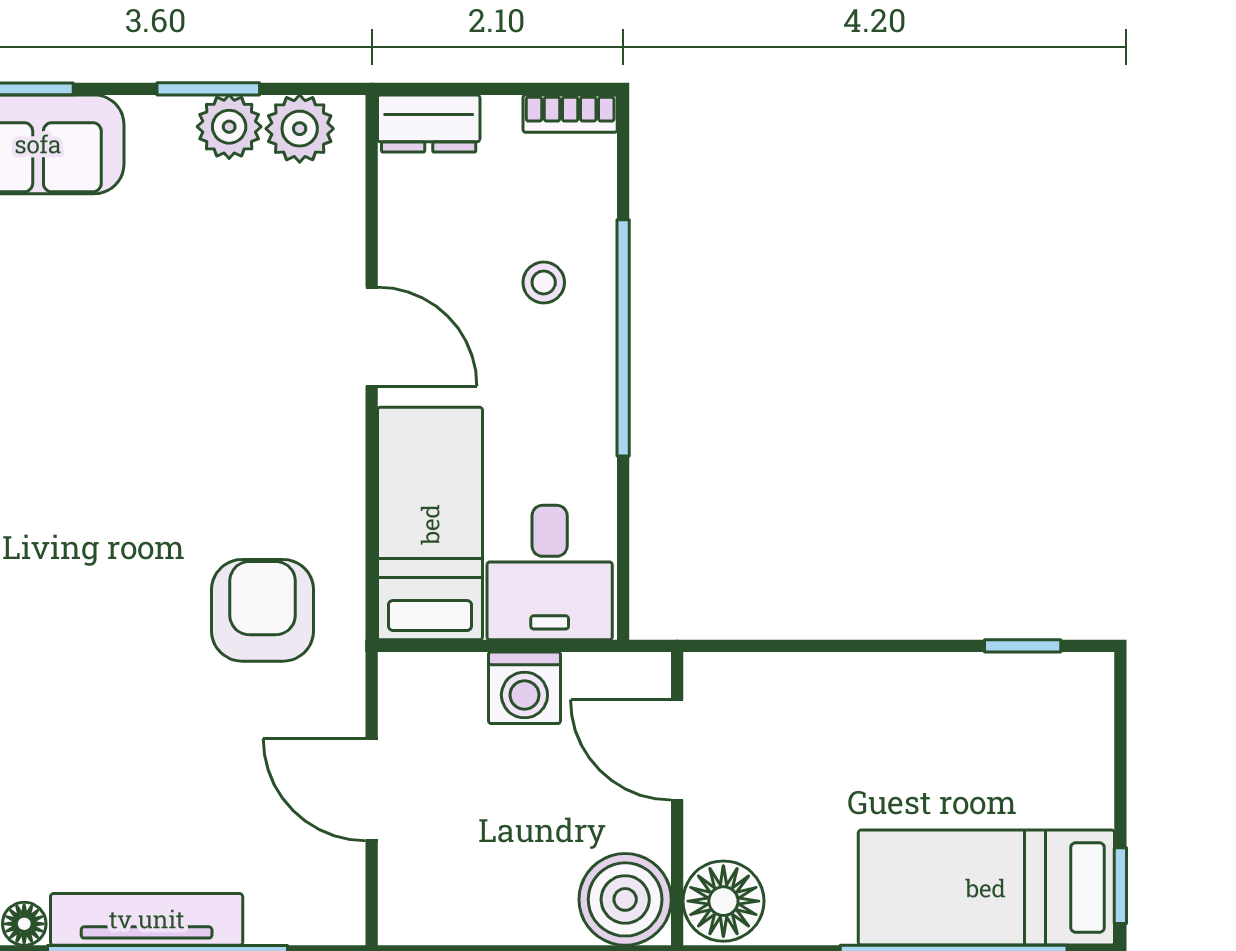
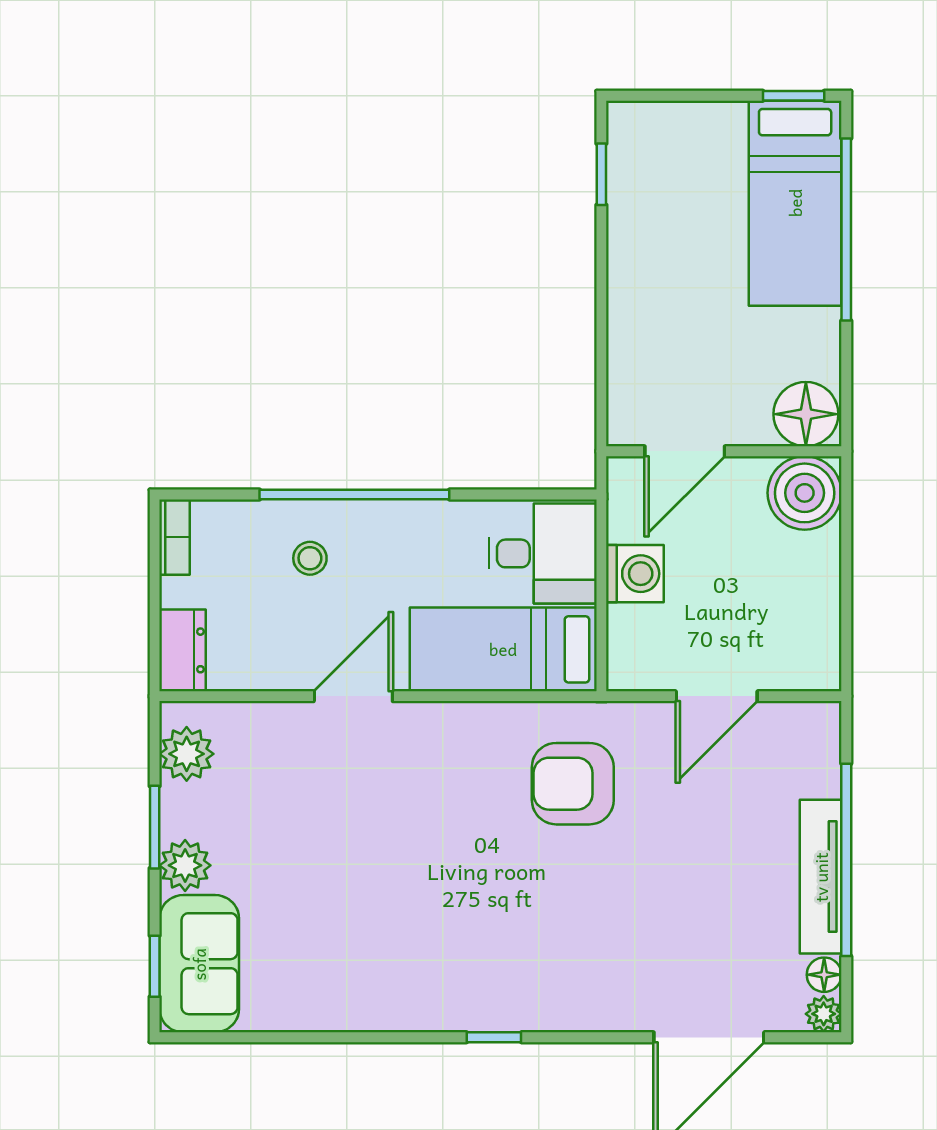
plant: (229, 127) -> (185, 865), moved

